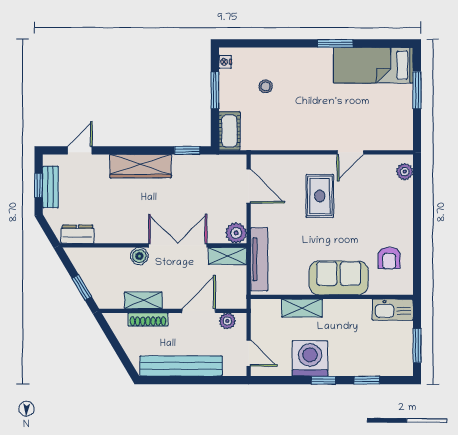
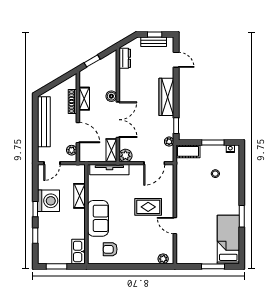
plant: (213, 162) -> (169, 142), added

